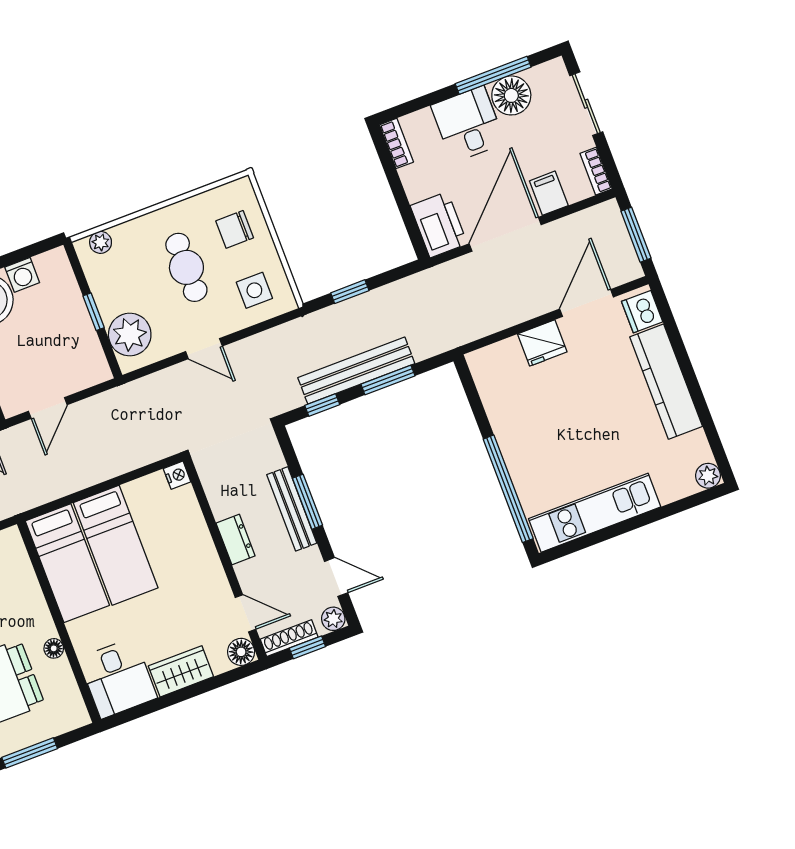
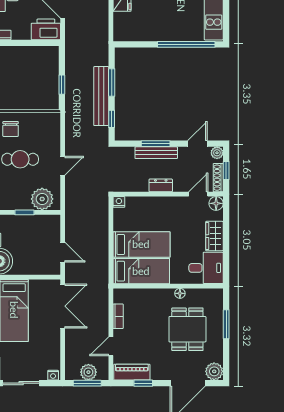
side table: (254, 290) -> (44, 131), removed

